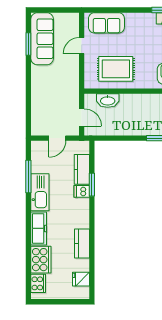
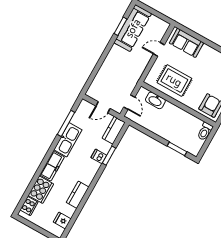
kitchen counter: (82, 169) -> (114, 130), moved

